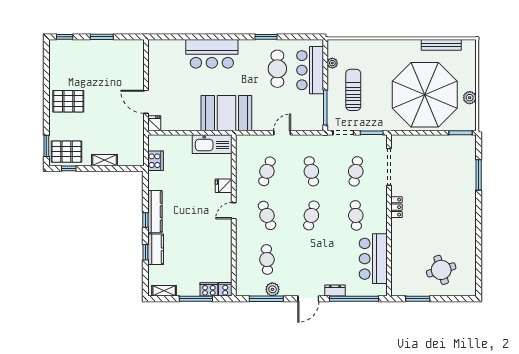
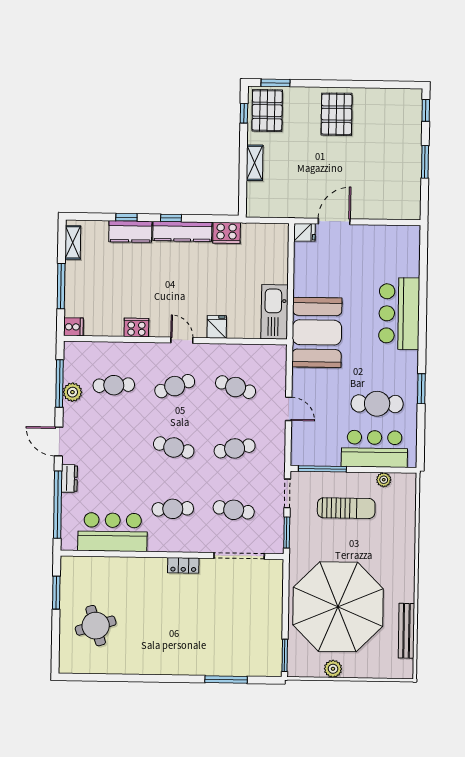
cooker: (155, 161) -> (227, 233), moved
cooker: (209, 289) -> (136, 328), moved, turned -90

